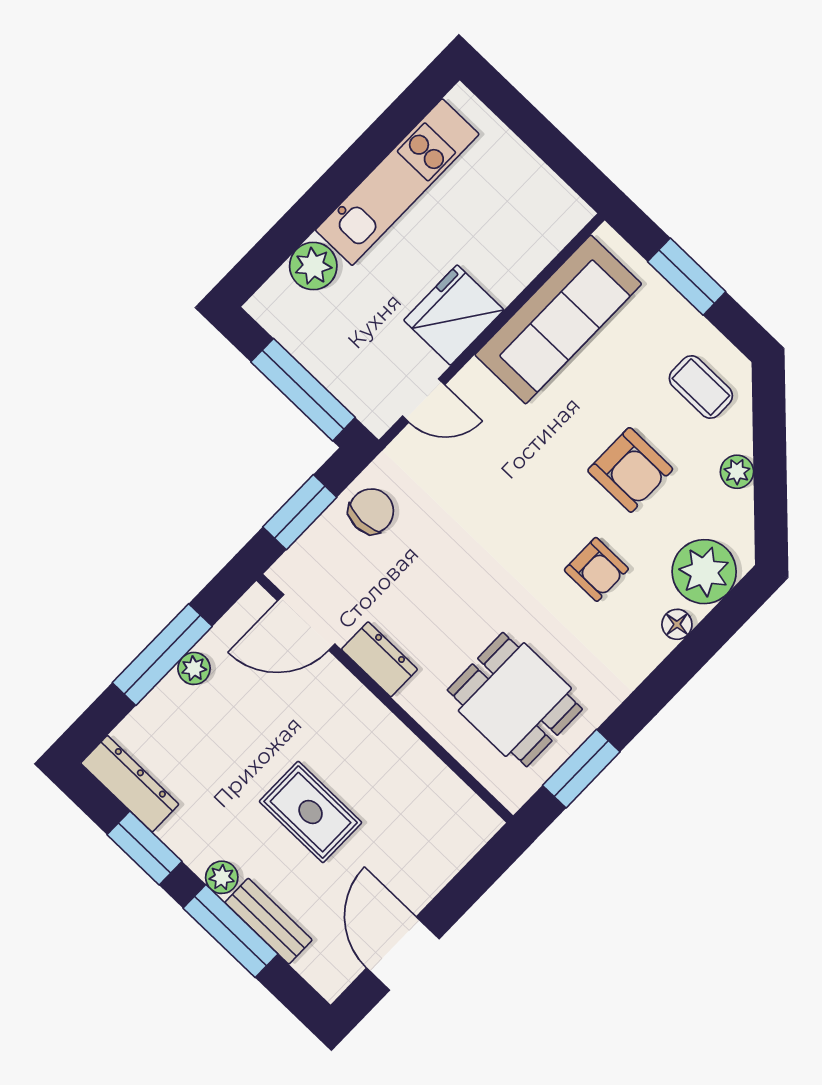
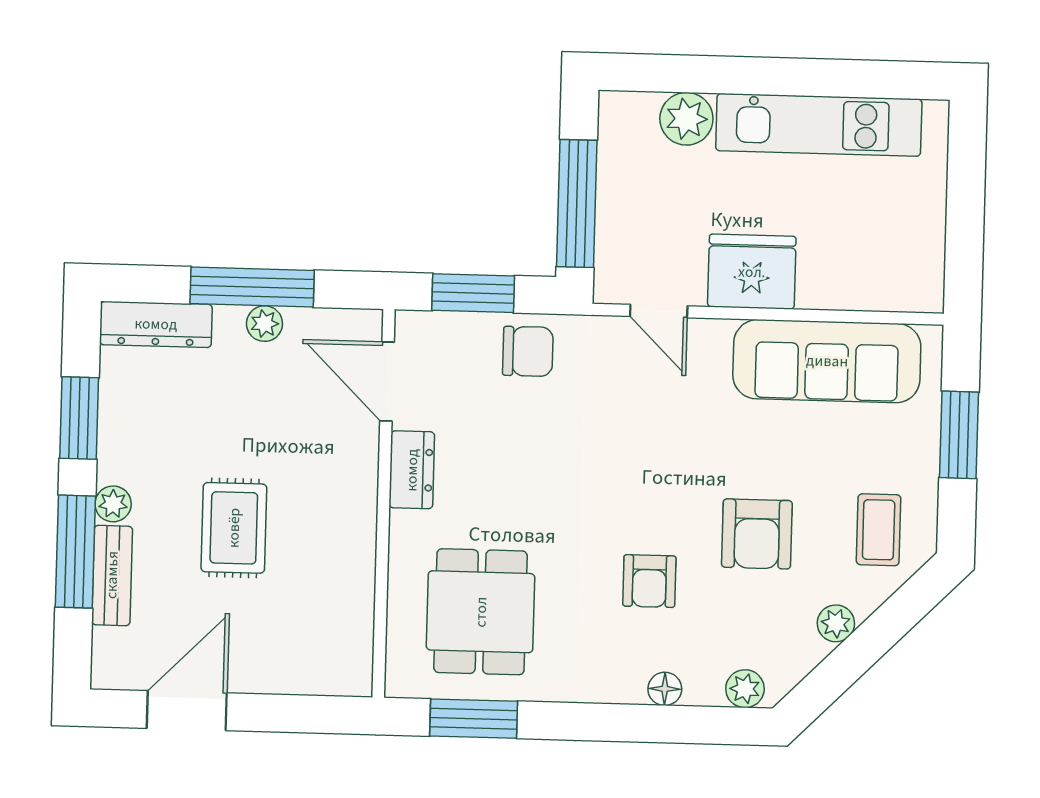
plant: (704, 572) -> (745, 689), width x0.53, depth x0.53
dresser: (130, 784) -> (156, 324), moved, turned 90

